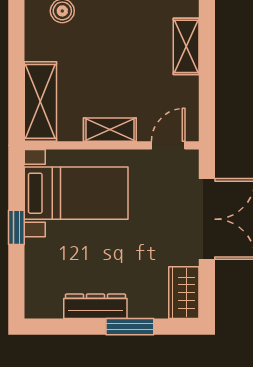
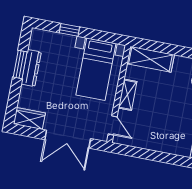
shelving: (186, 46) -> (166, 146), removed
window: (16, 227) -> (69, 30), moved
window: (130, 327) -> (20, 65), moved

